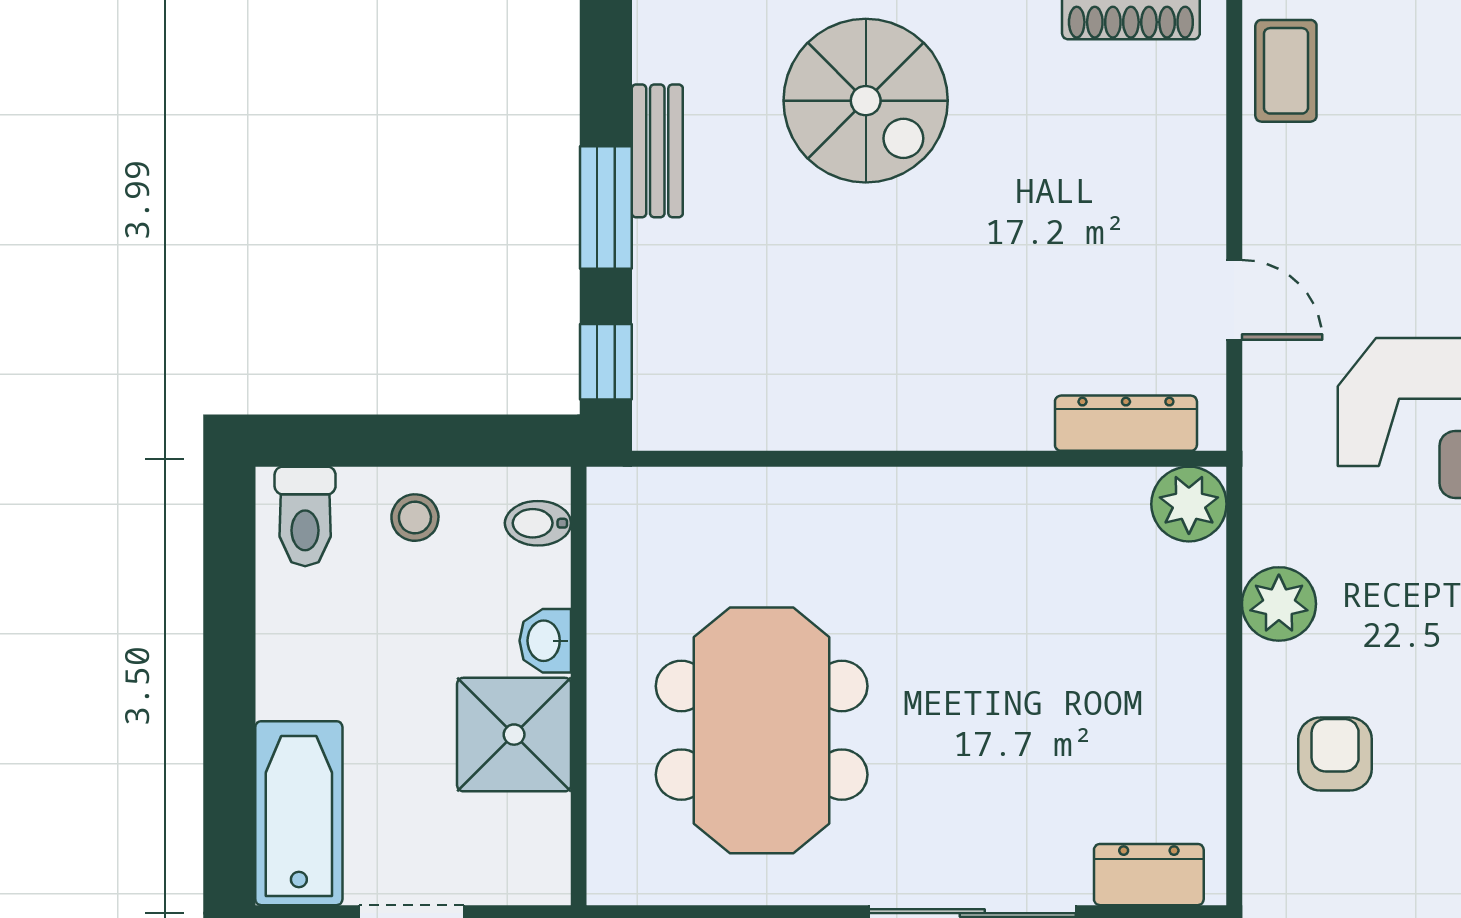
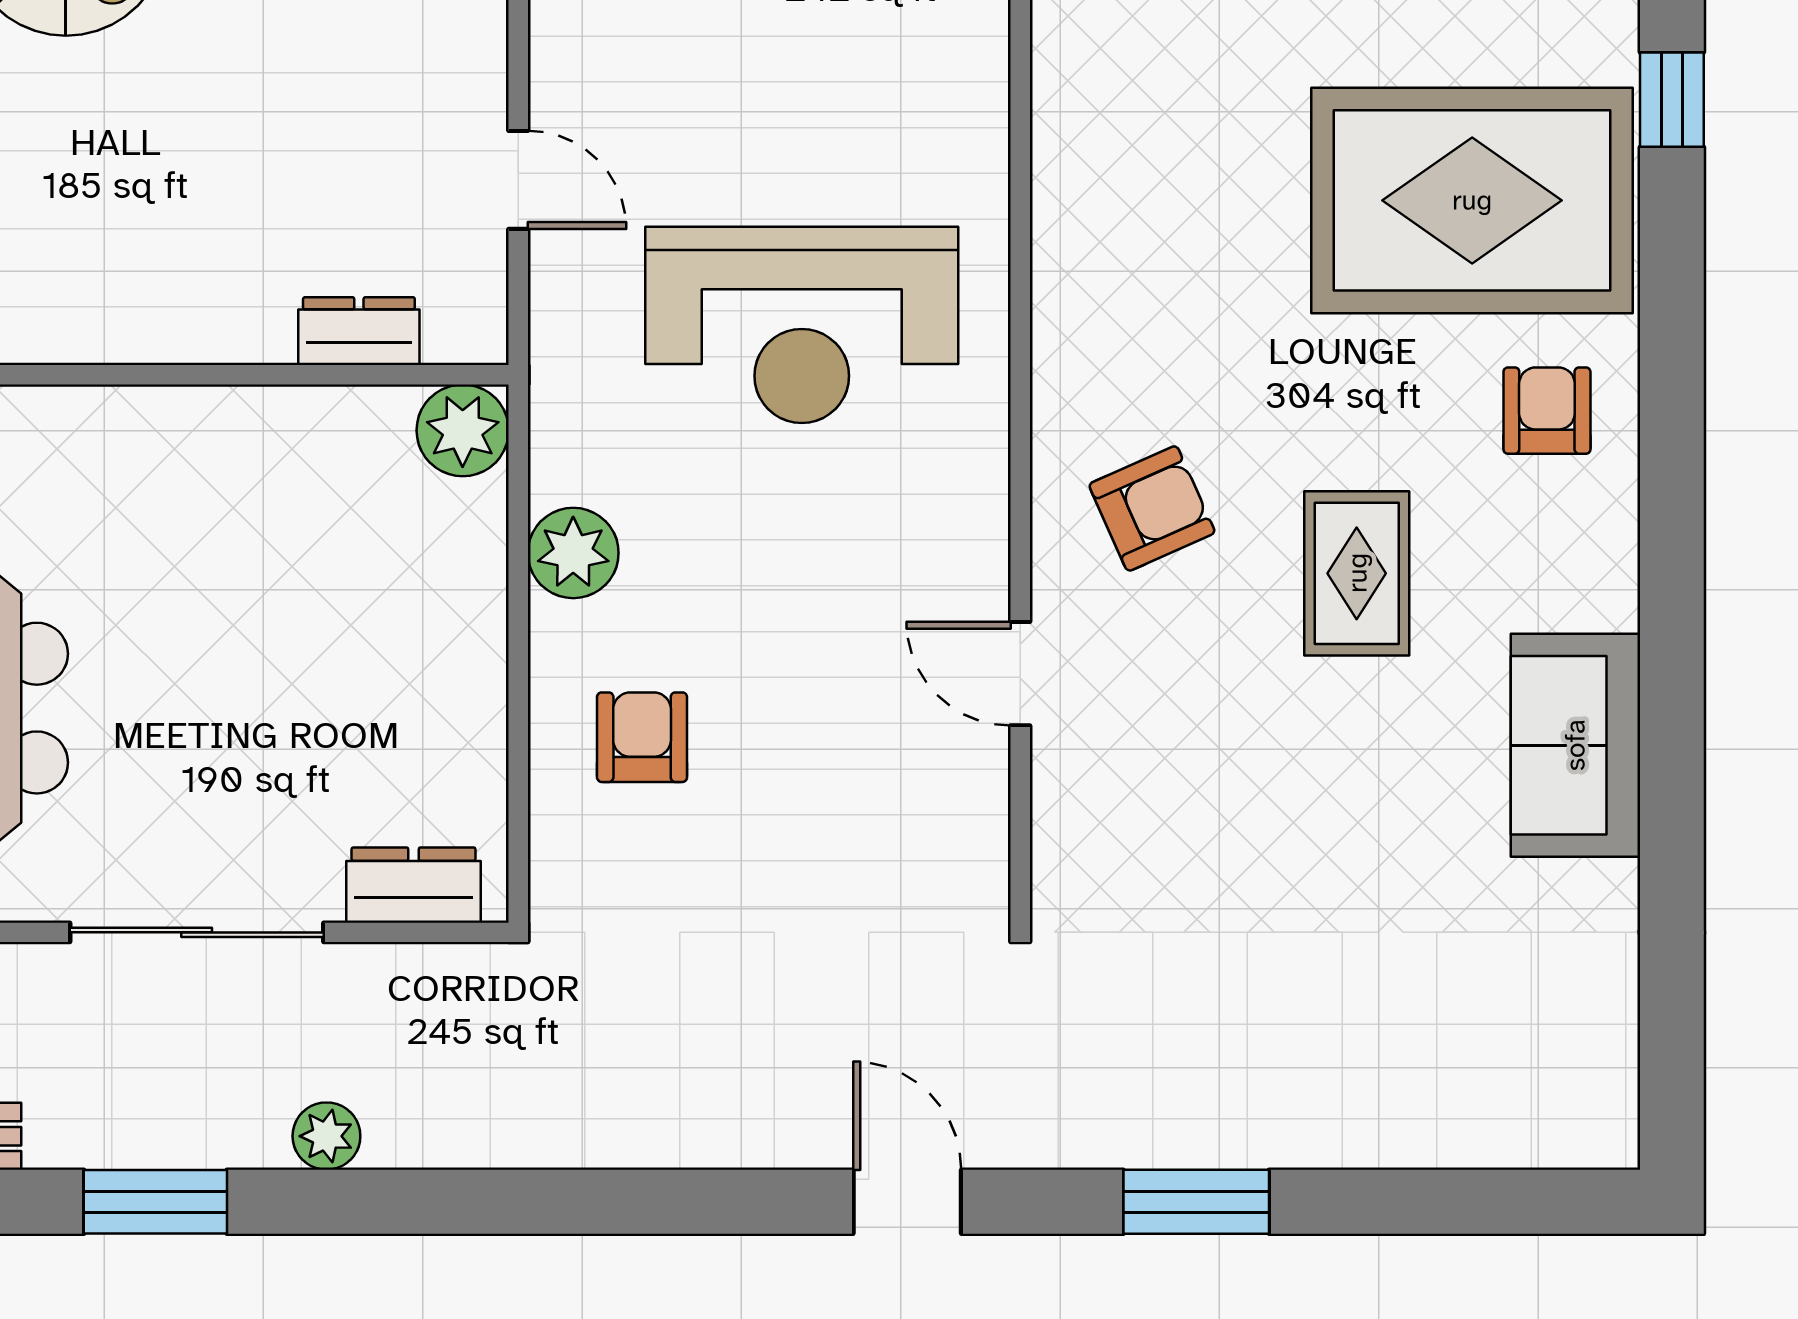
dresser: (1126, 423) -> (359, 331), width x0.70

